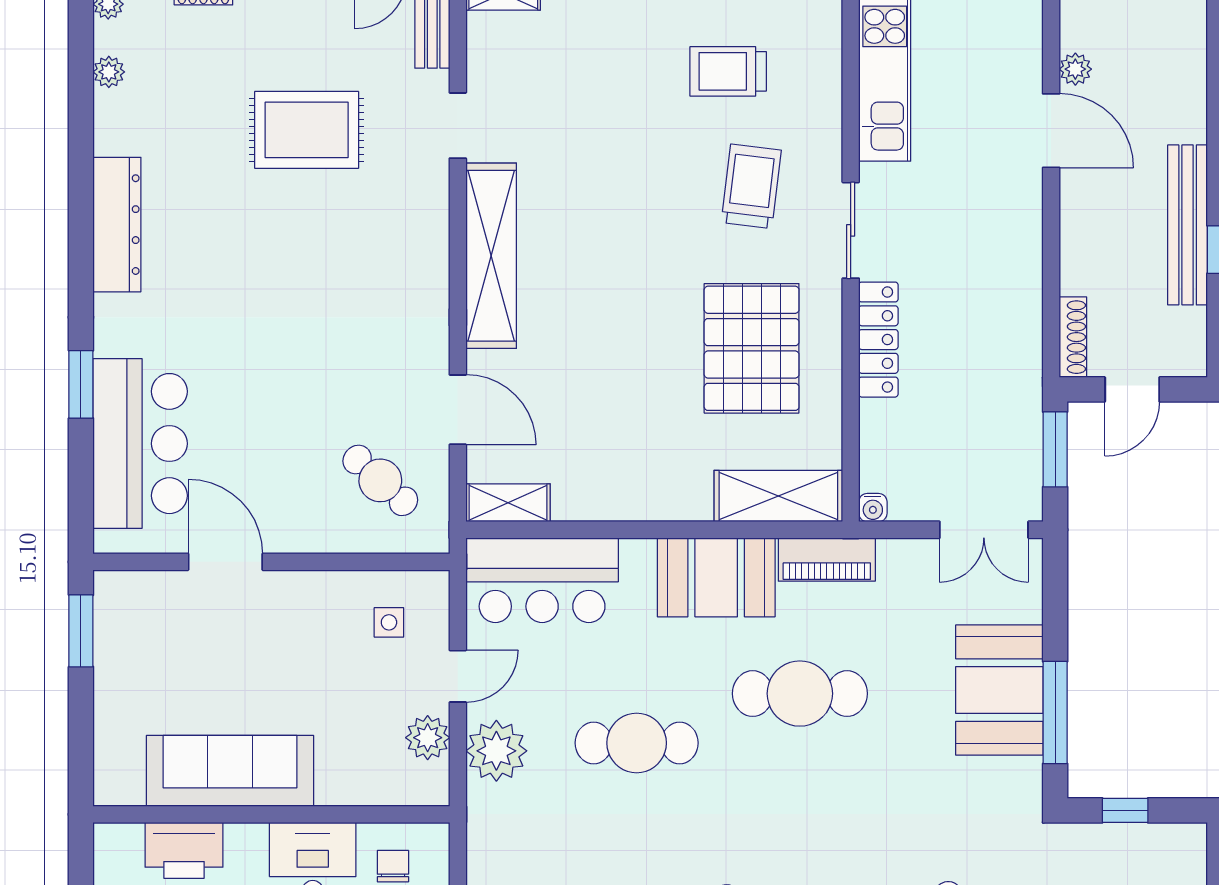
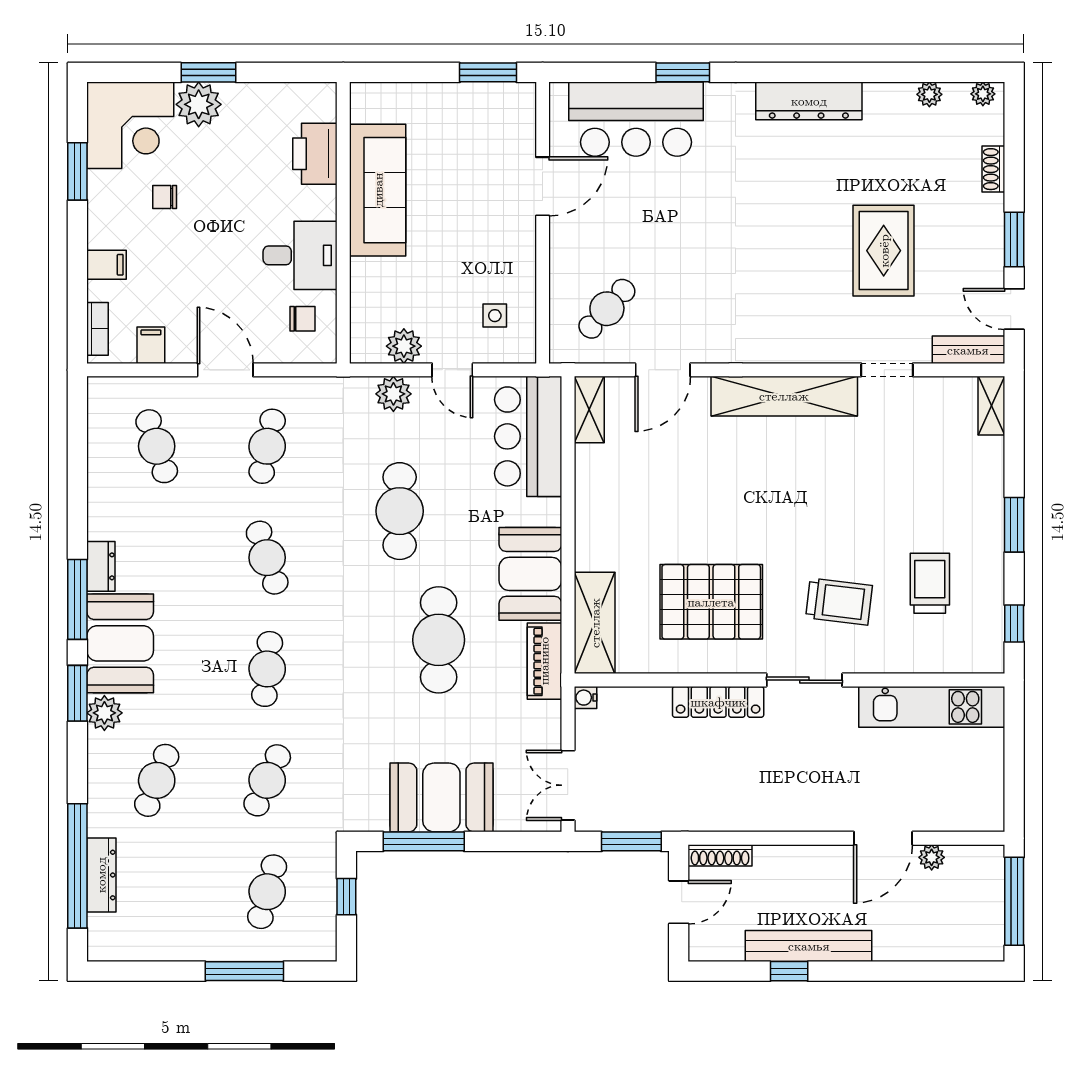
door: (1132, 389) -> (679, 902), swing flipped
plant: (496, 751) -> (393, 394), width x0.73, depth x0.73

